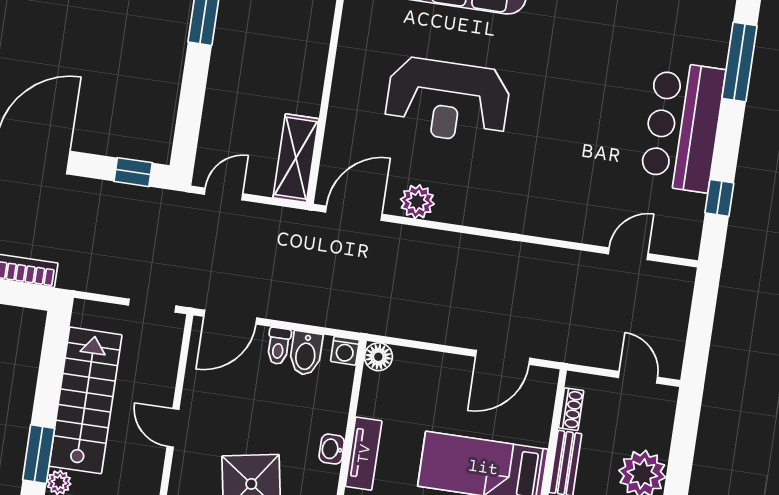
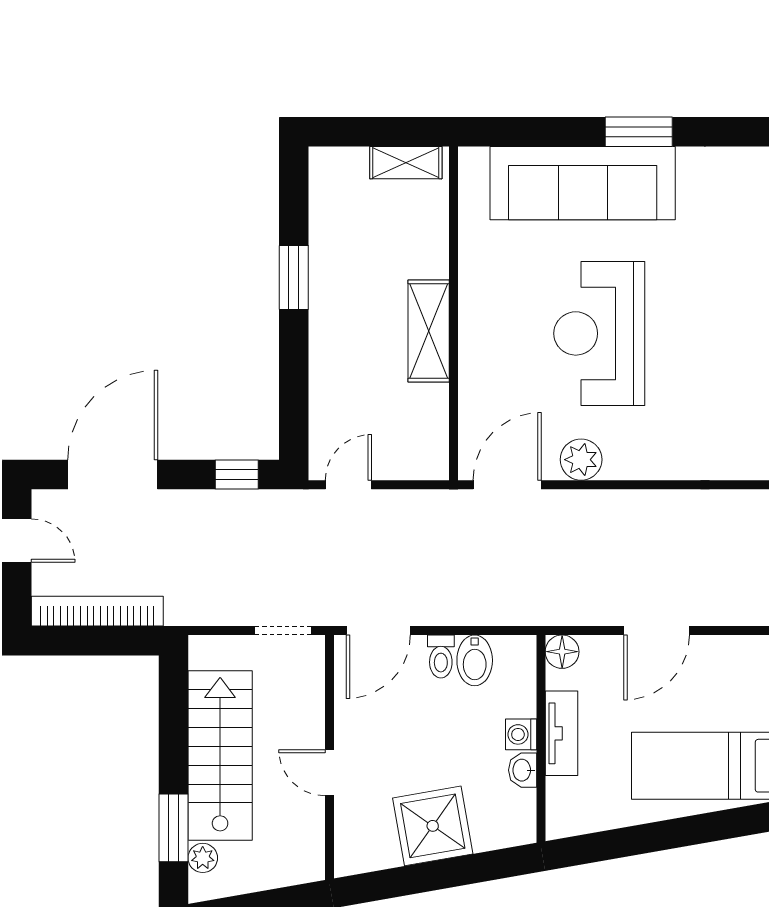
reception desk: (447, 100) -> (599, 333), turned 90
shelving: (296, 158) -> (429, 331), moved
washing machine: (345, 351) -> (521, 734), moved, turned 90
door: (503, 357) -> (657, 630), moved
tv unit: (364, 454) -> (561, 733), moved

